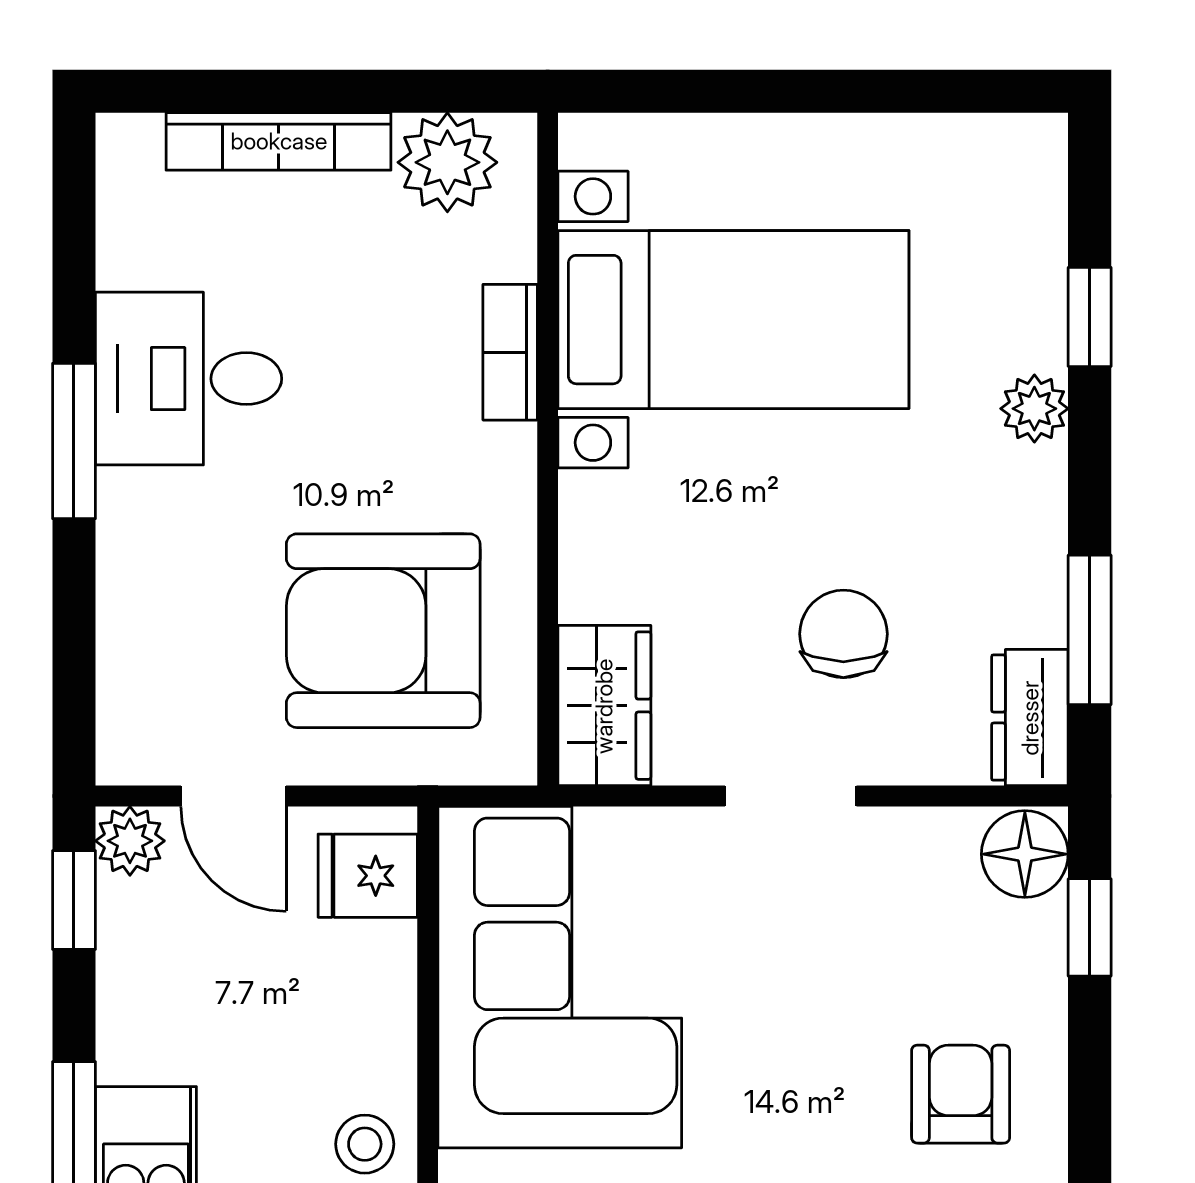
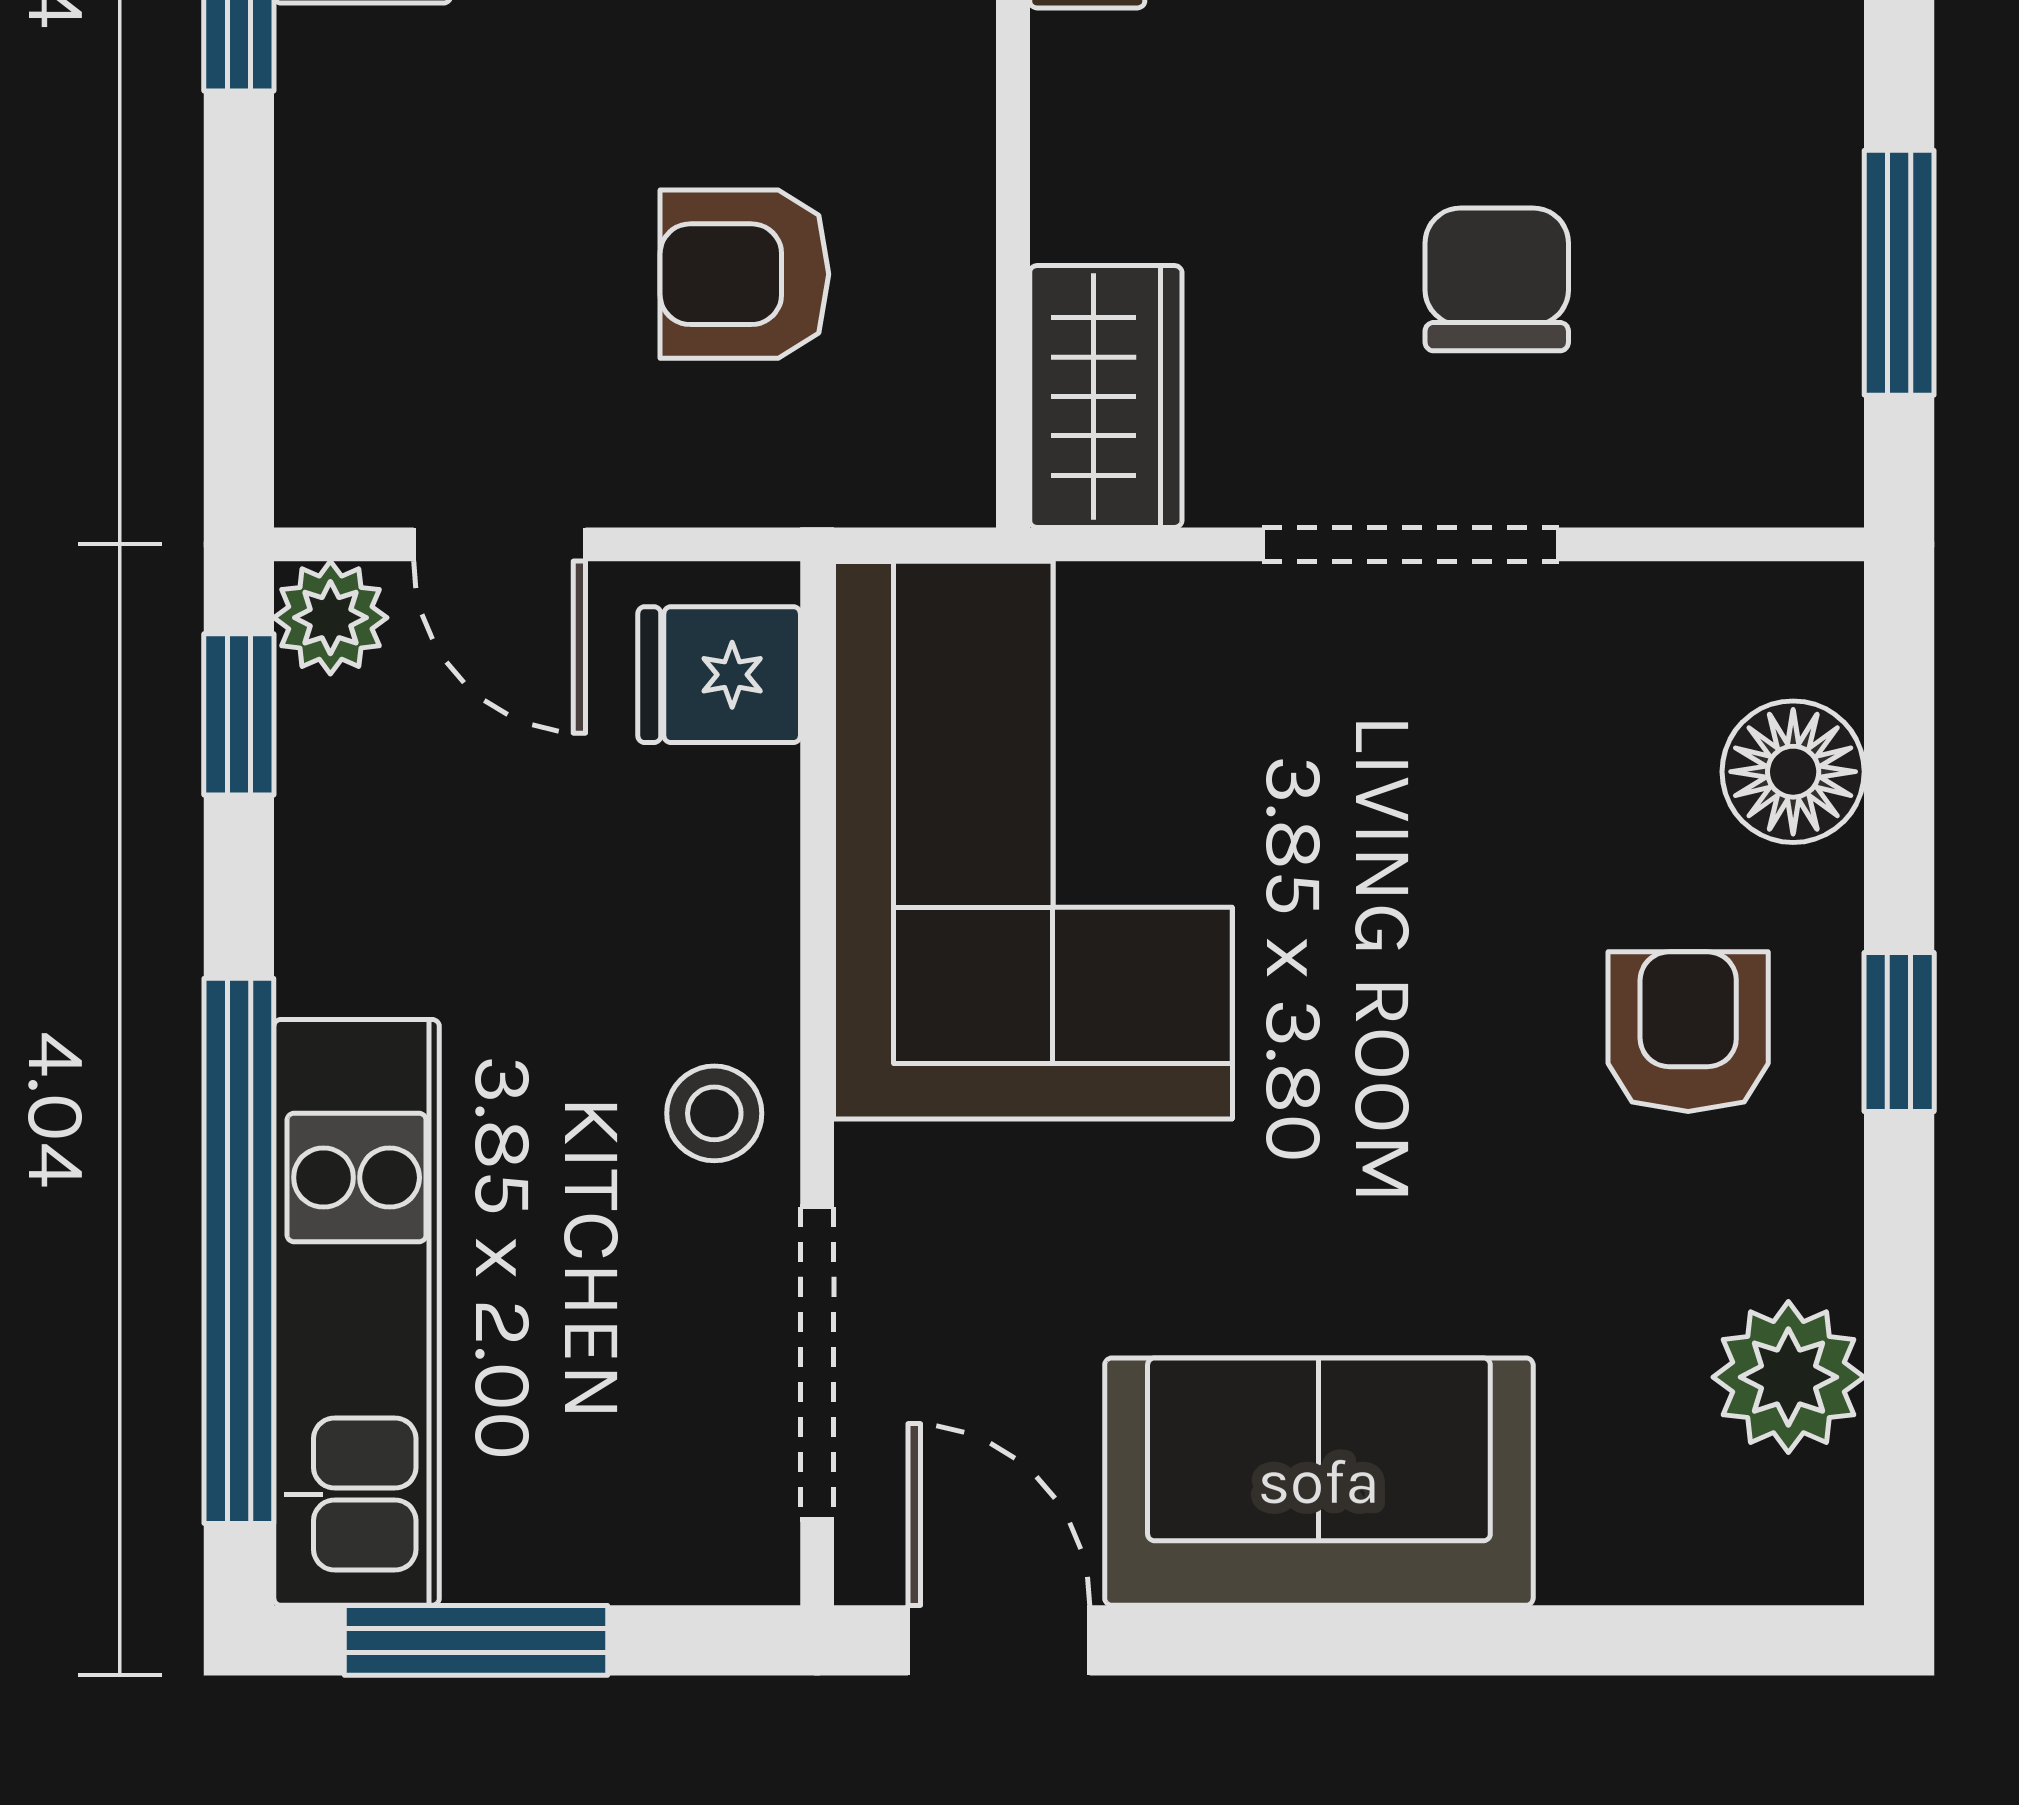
armchair: (383, 631) -> (744, 274), width x0.53, depth x0.53
dresser: (1030, 718) -> (1801, 416), removed
doorway: (791, 796) -> (1411, 544), width x1.38
floor lamp: (1025, 854) -> (1793, 772), moved
window: (1090, 927) -> (1899, 1032), moved

